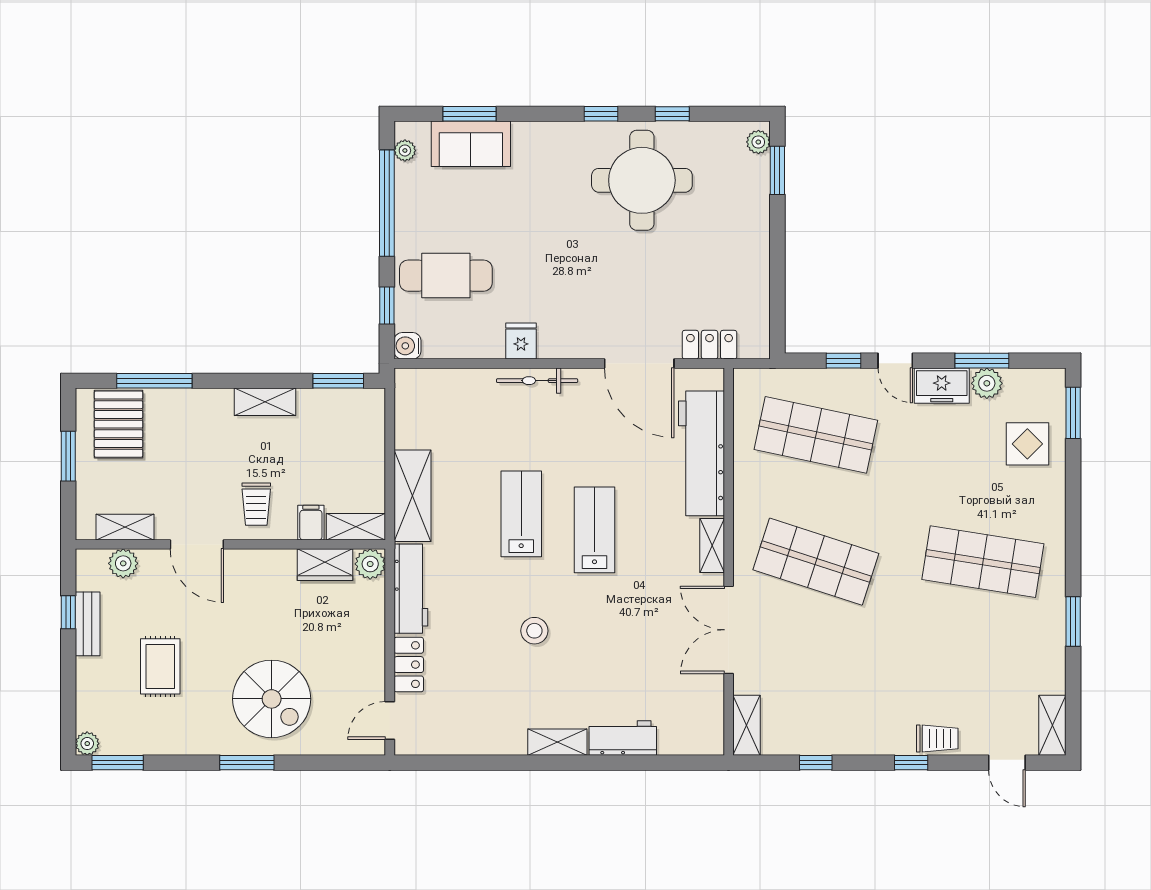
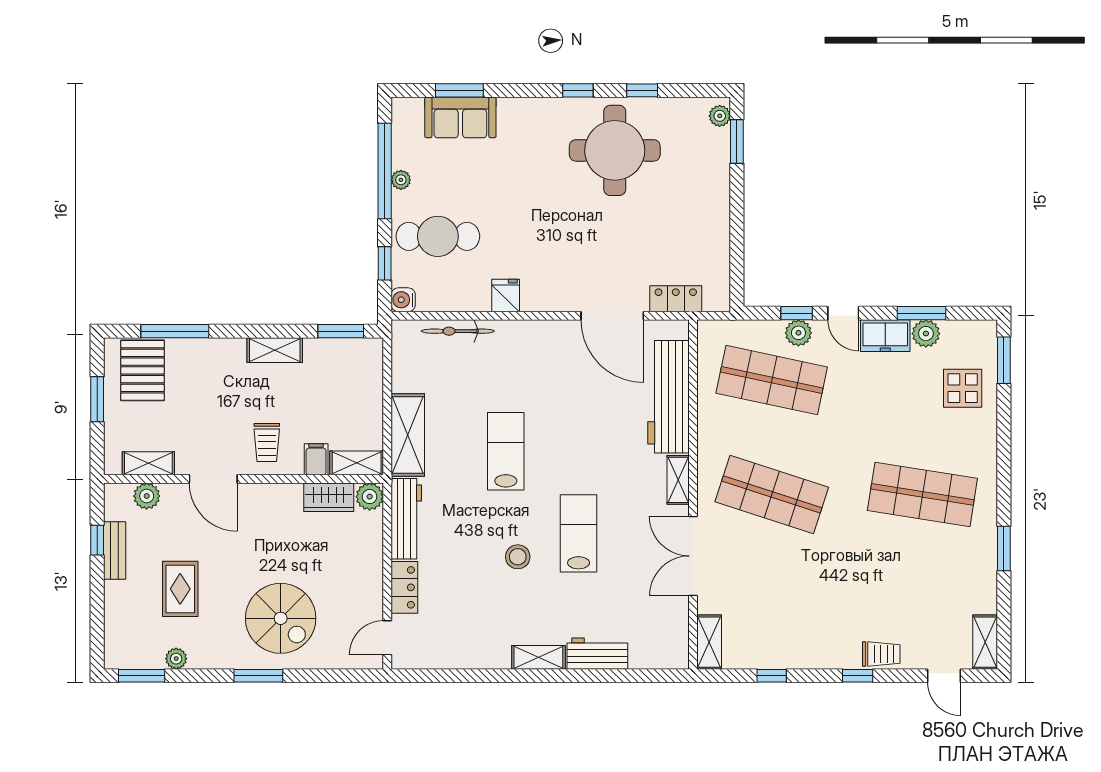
plant: (405, 150) -> (401, 180), moved
bicycle: (537, 381) -> (458, 331), moved
plant: (845, 383) -> (798, 333), added
lab bench: (594, 530) -> (579, 533), moved
plant: (87, 744) -> (176, 659), moved

